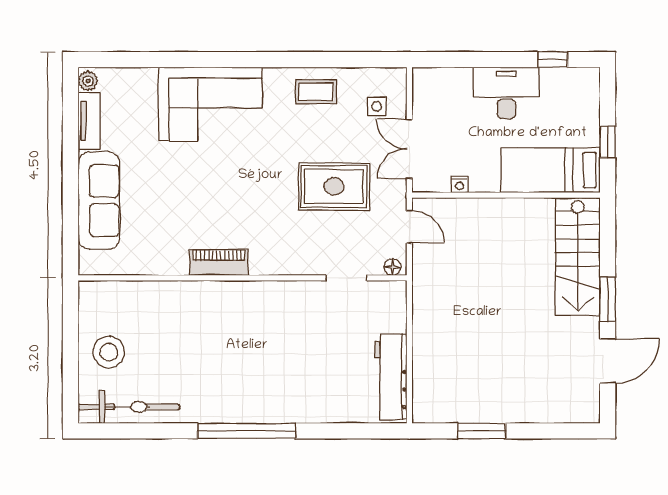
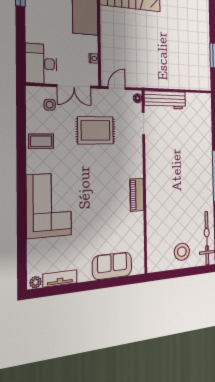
coffee table: (316, 92) -> (41, 141), turned 90
desk: (506, 93) -> (41, 64), moved
rug: (334, 186) -> (96, 130), turned 90
sofa: (99, 201) -> (112, 266), width x0.73
workbench: (391, 377) -> (165, 100), moved

